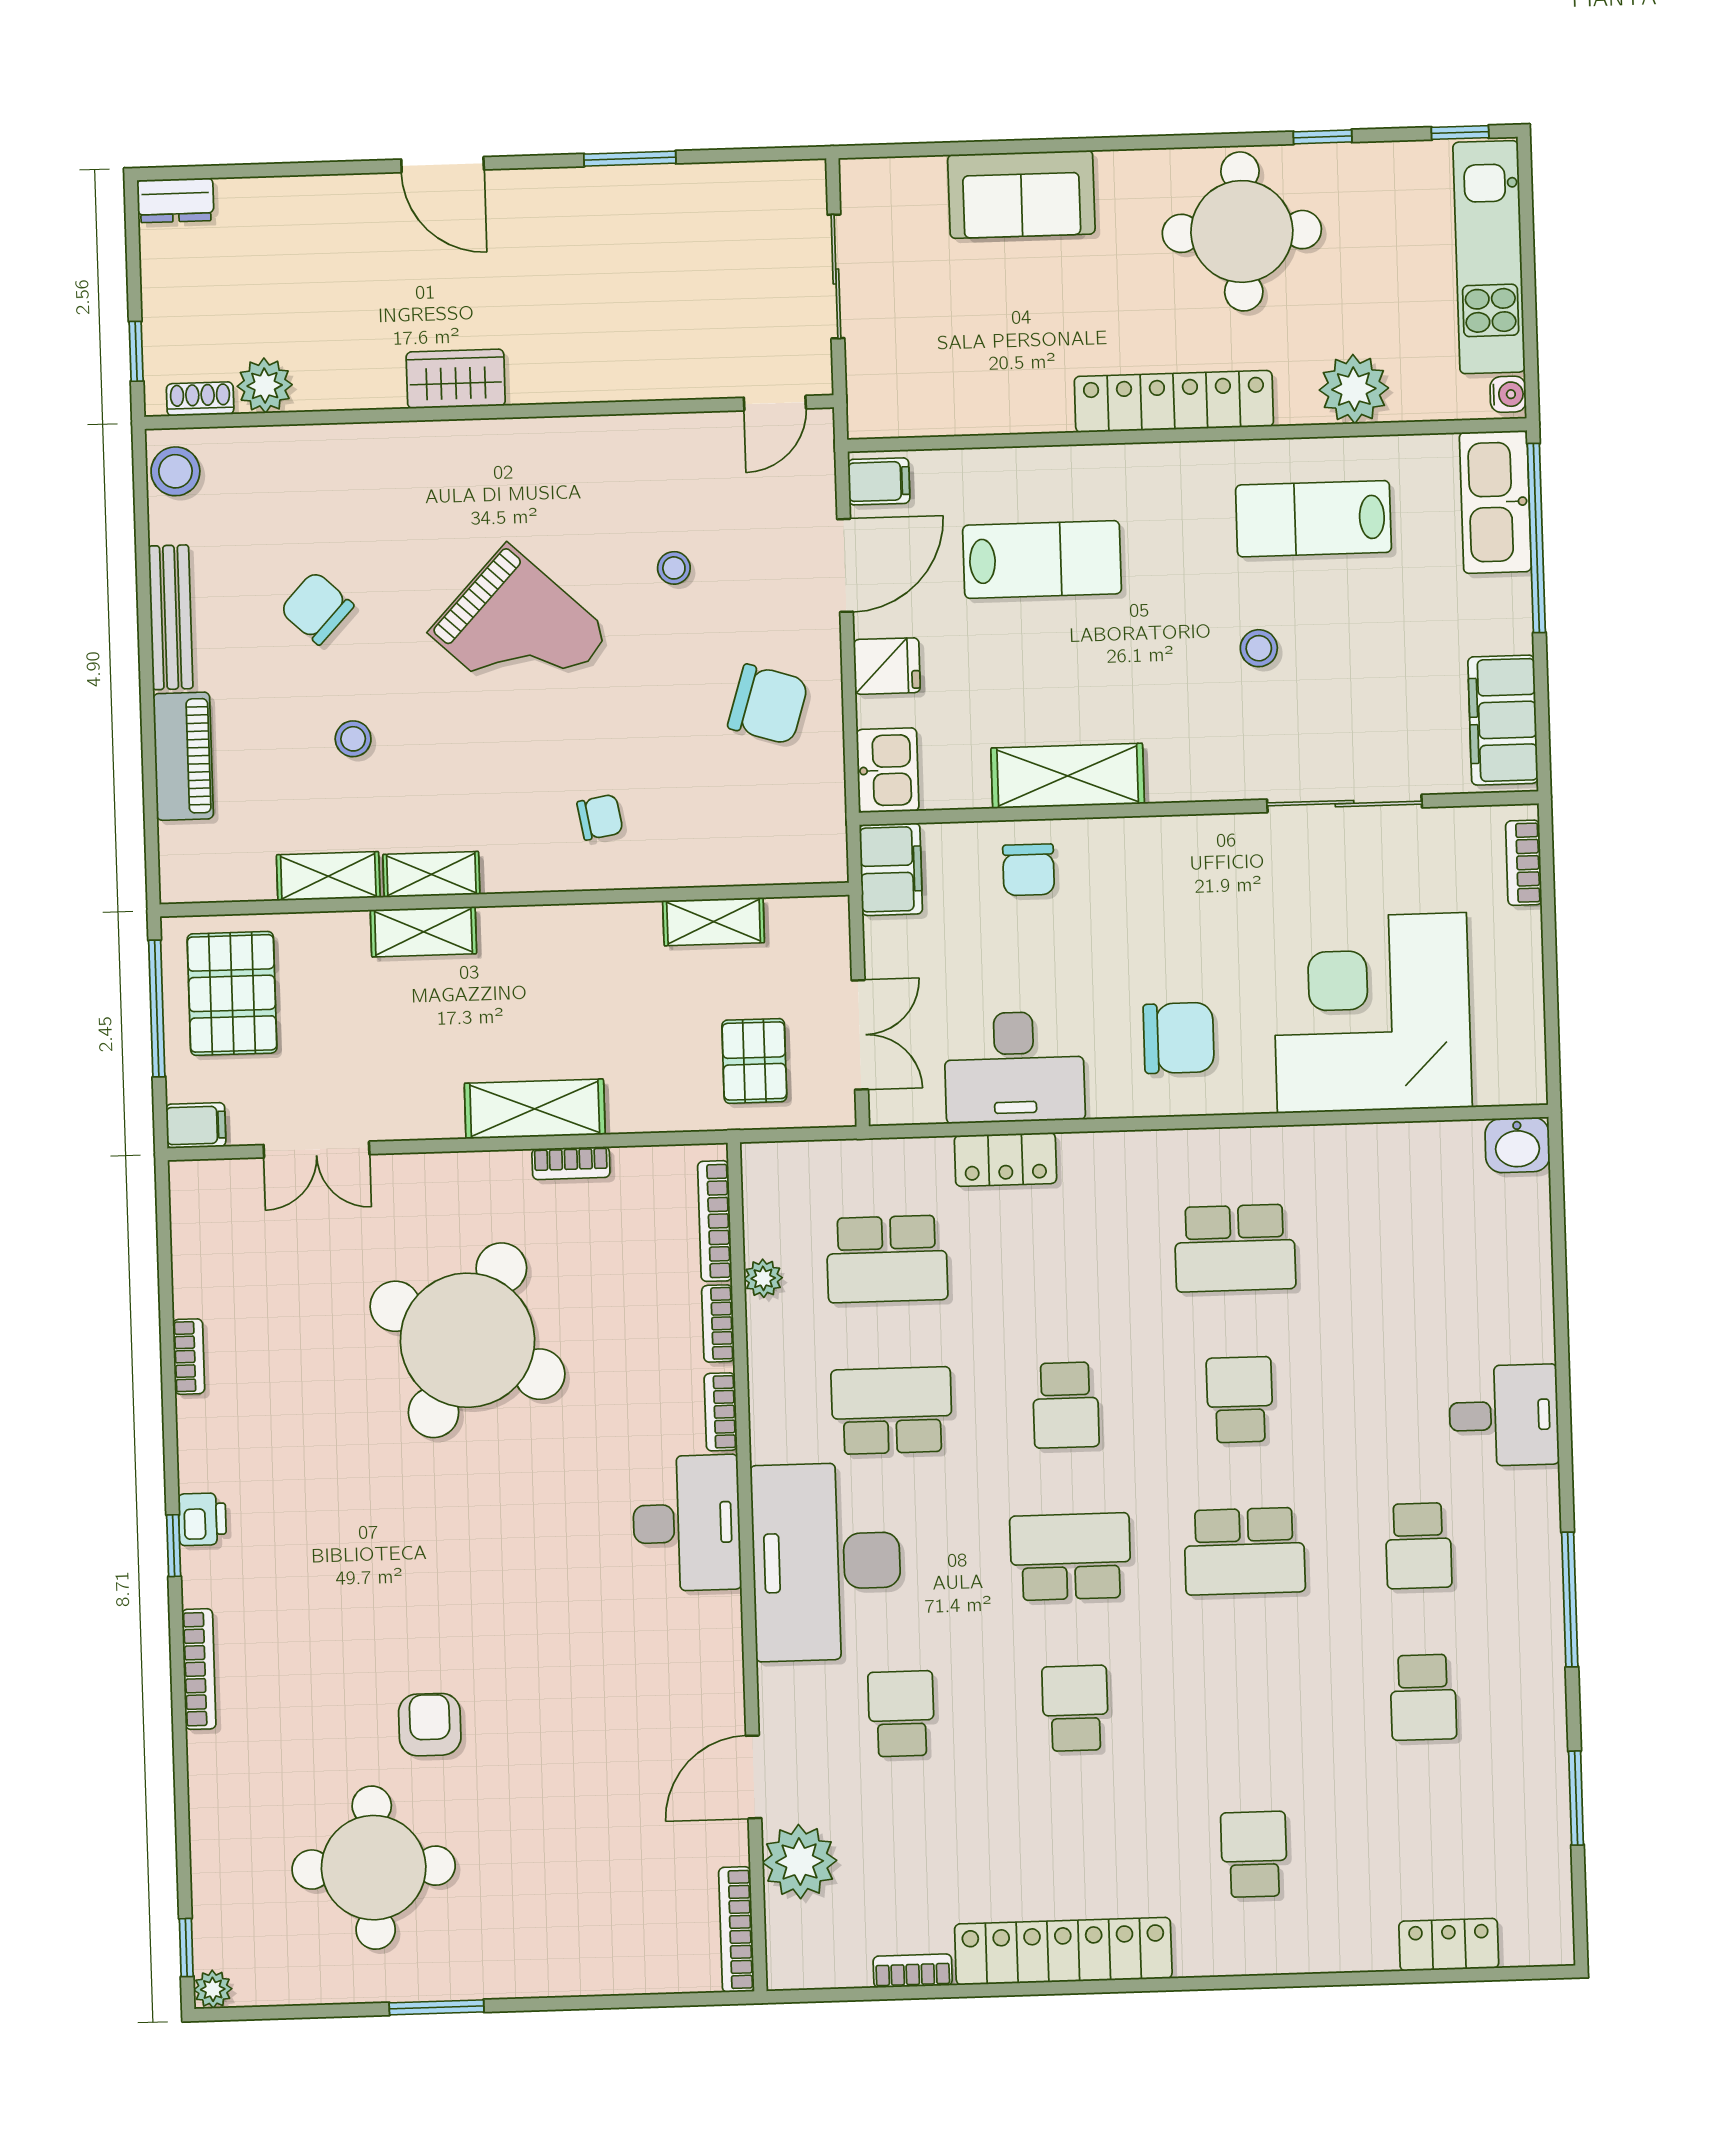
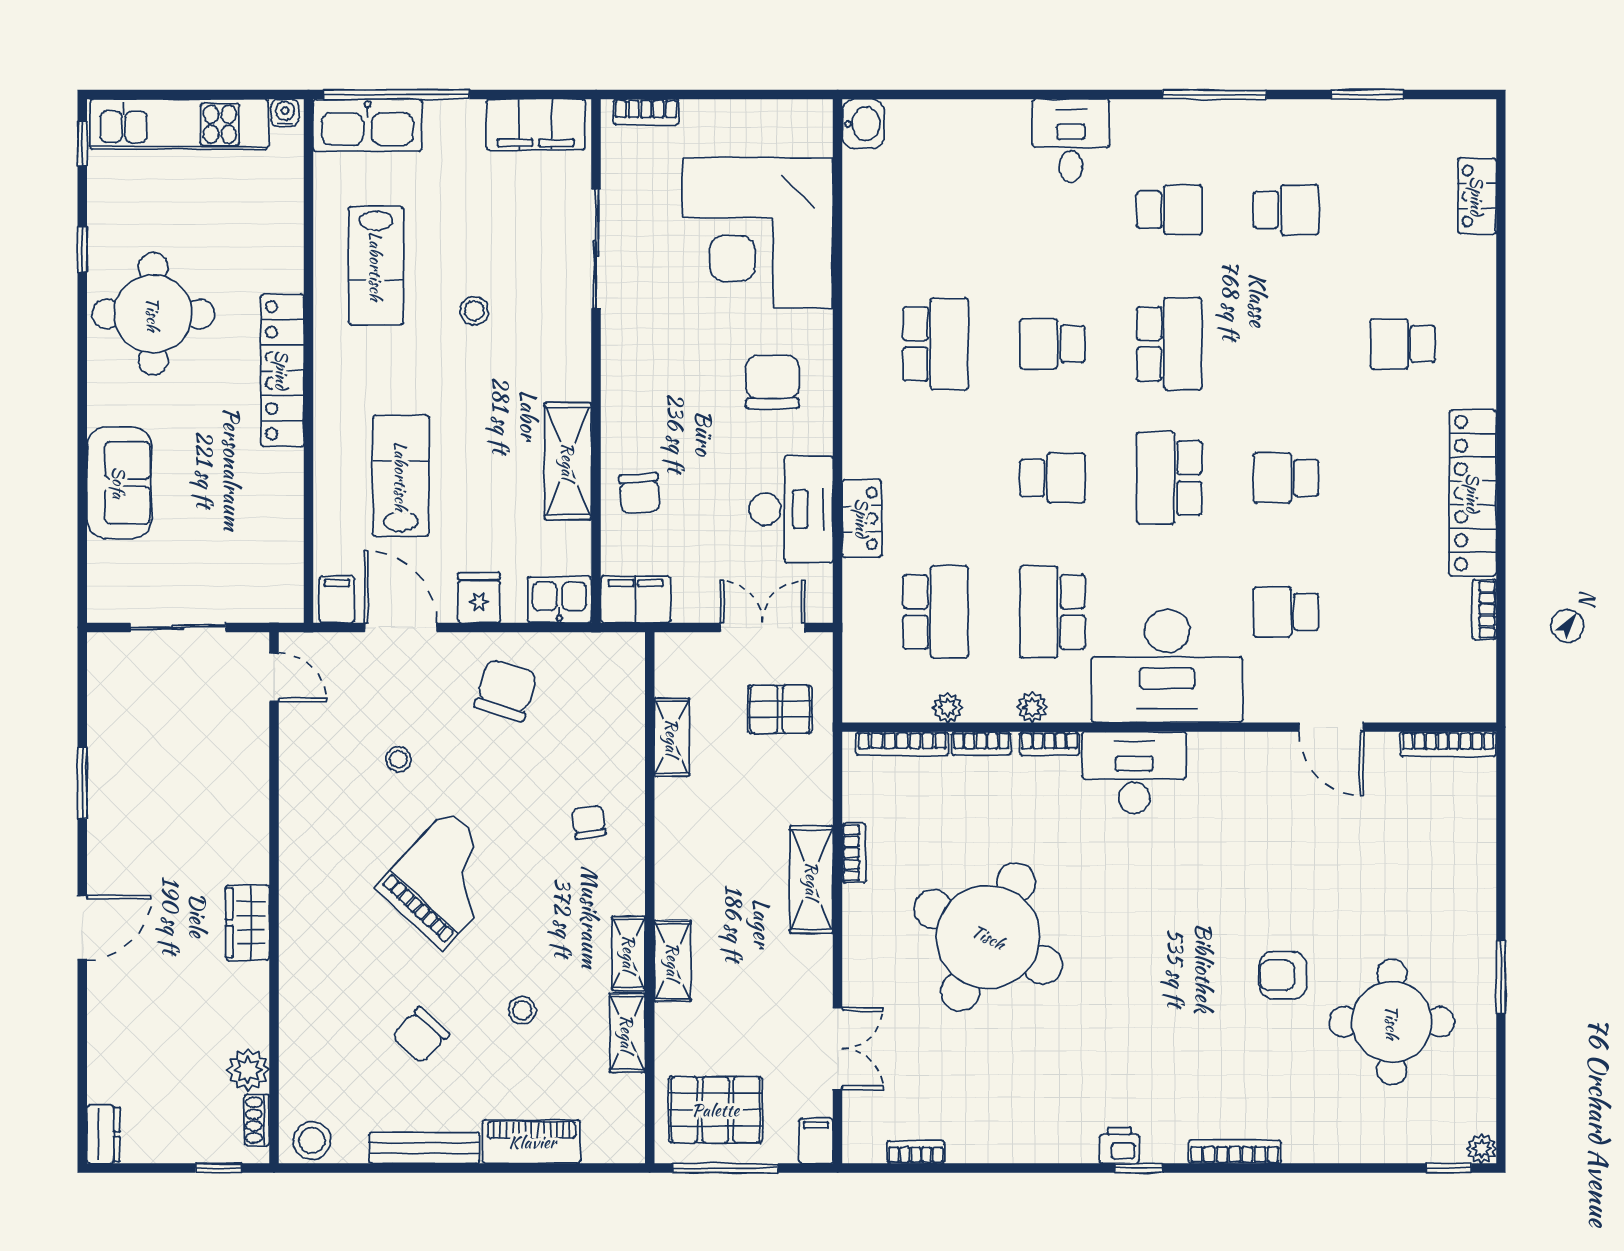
plant: (1354, 389) -> (277, 231), removed
chair: (1029, 870) -> (639, 494), turned 86
bookcase: (189, 1357) -> (916, 1152), moved
plant: (800, 1862) -> (1032, 707), moved, width x0.53, depth x0.53

